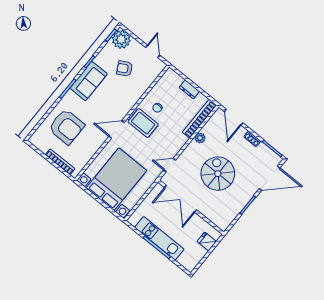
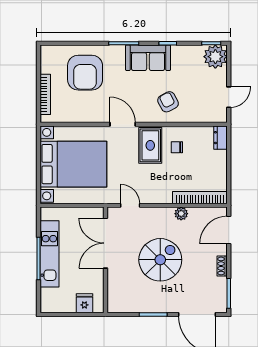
armchair: (125, 69) -> (168, 102), moved
dresser: (189, 89) -> (221, 138), moved

